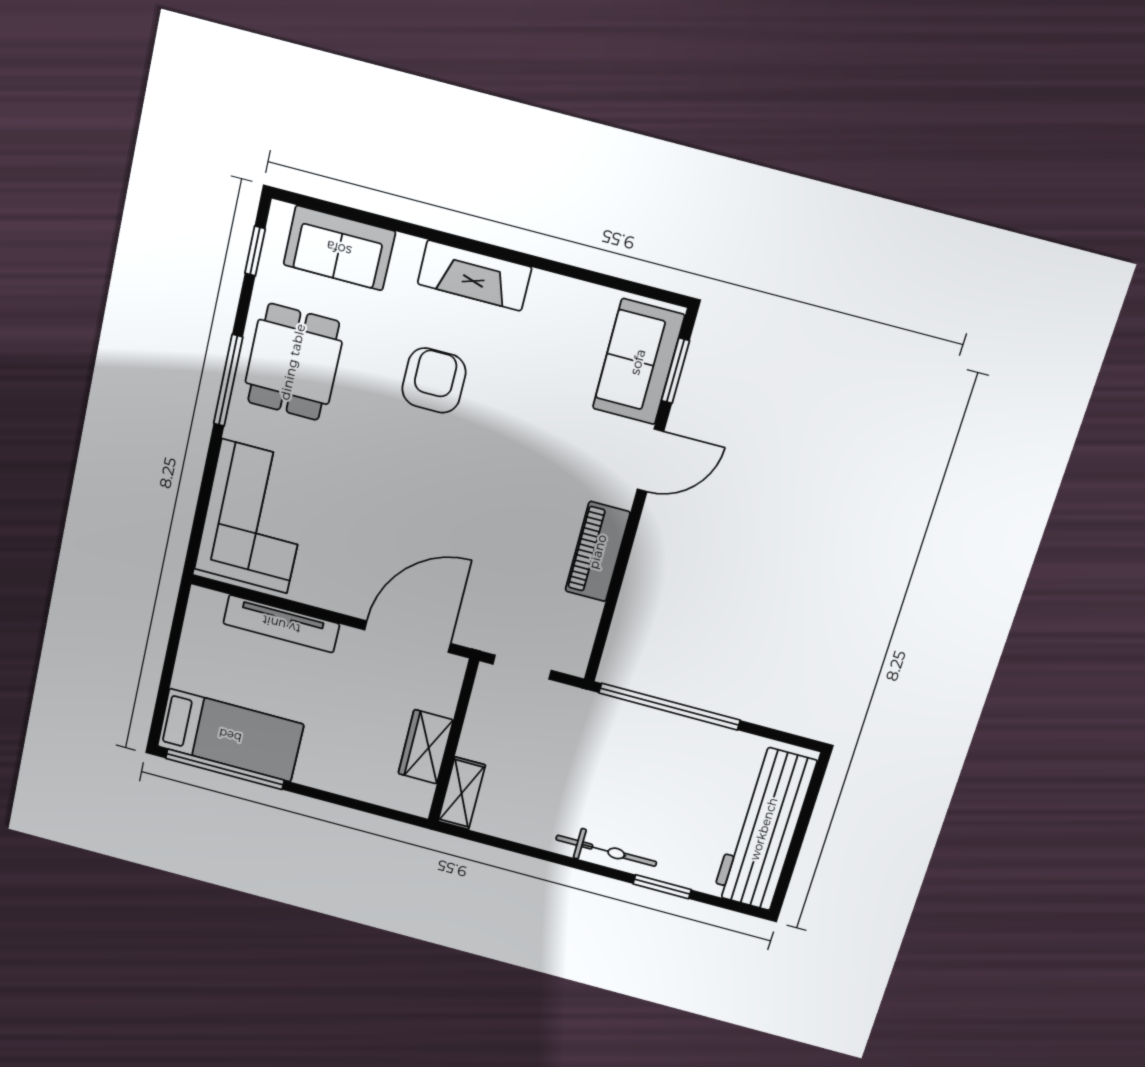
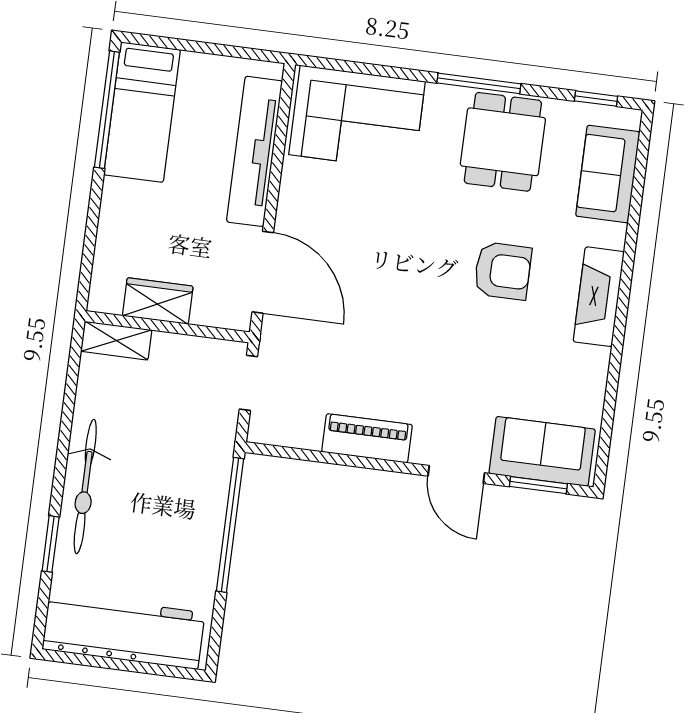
dining table: (293, 362) -> (503, 142), turned 90
tv unit: (281, 624) -> (255, 151), width x1.36, depth x1.29
bicycle: (606, 851) -> (85, 487), width x1.37, depth x1.40

